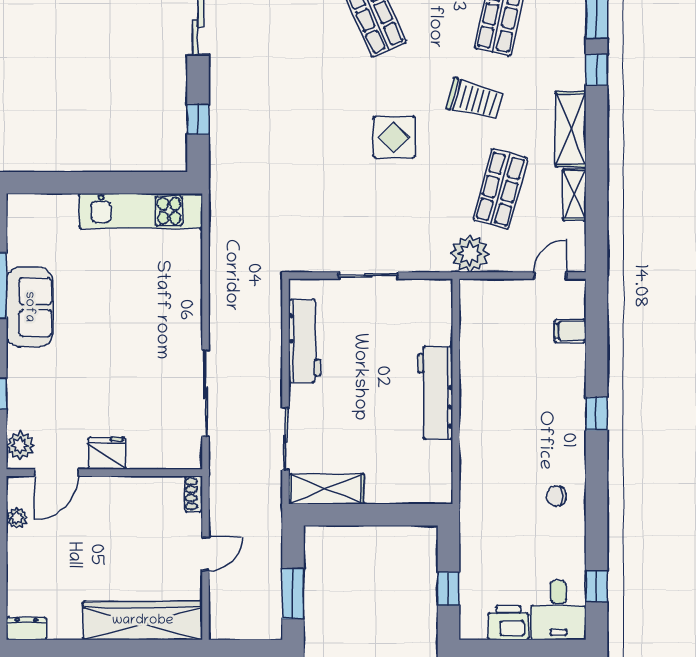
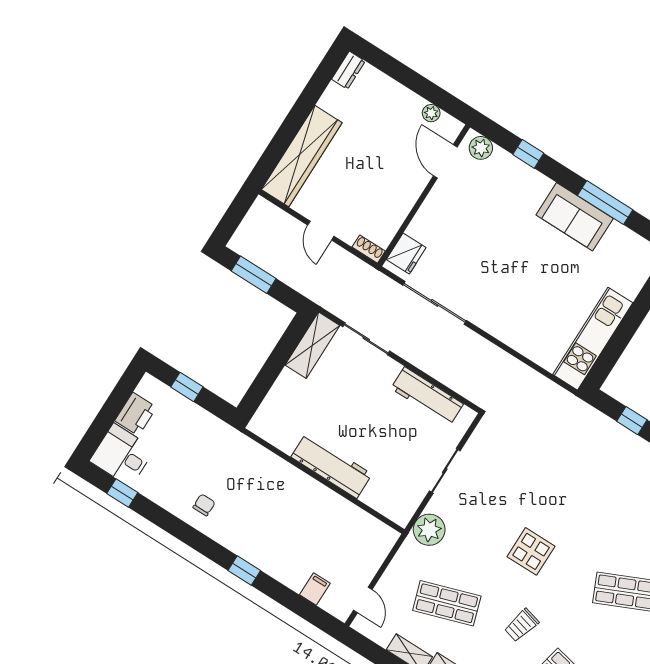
trolley: (475, 100) -> (521, 625), width x0.73, depth x0.72
shop shelf: (500, 189) -> (447, 603), turned -33
plant: (470, 254) -> (429, 530), moved
fridge: (107, 453) -> (406, 253), moved

